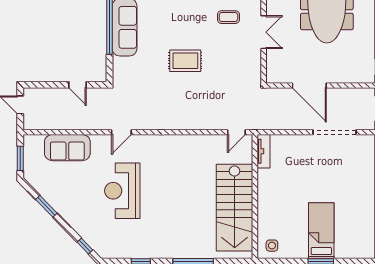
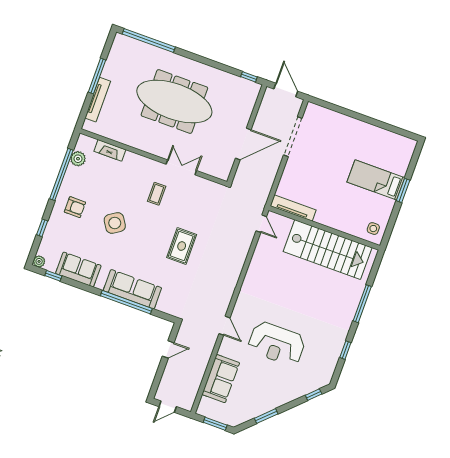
tv unit: (263, 151) -> (293, 208), width x1.41

